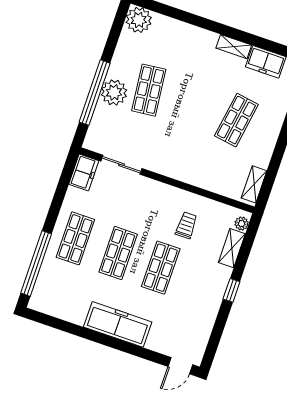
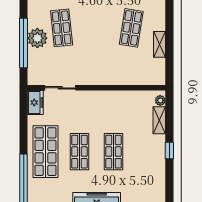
shelving: (254, 184) -> (160, 44), moved
trolley: (186, 225) -> (121, 115), removed
shop shelf: (75, 238) -> (45, 152), width x1.43, depth x1.36

